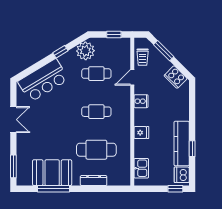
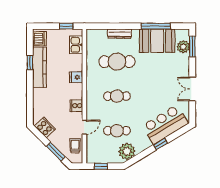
window: (60, 52) -> (160, 144), moved
plant: (23, 166) -> (183, 47), added
window: (175, 189) -> (66, 26), moved

